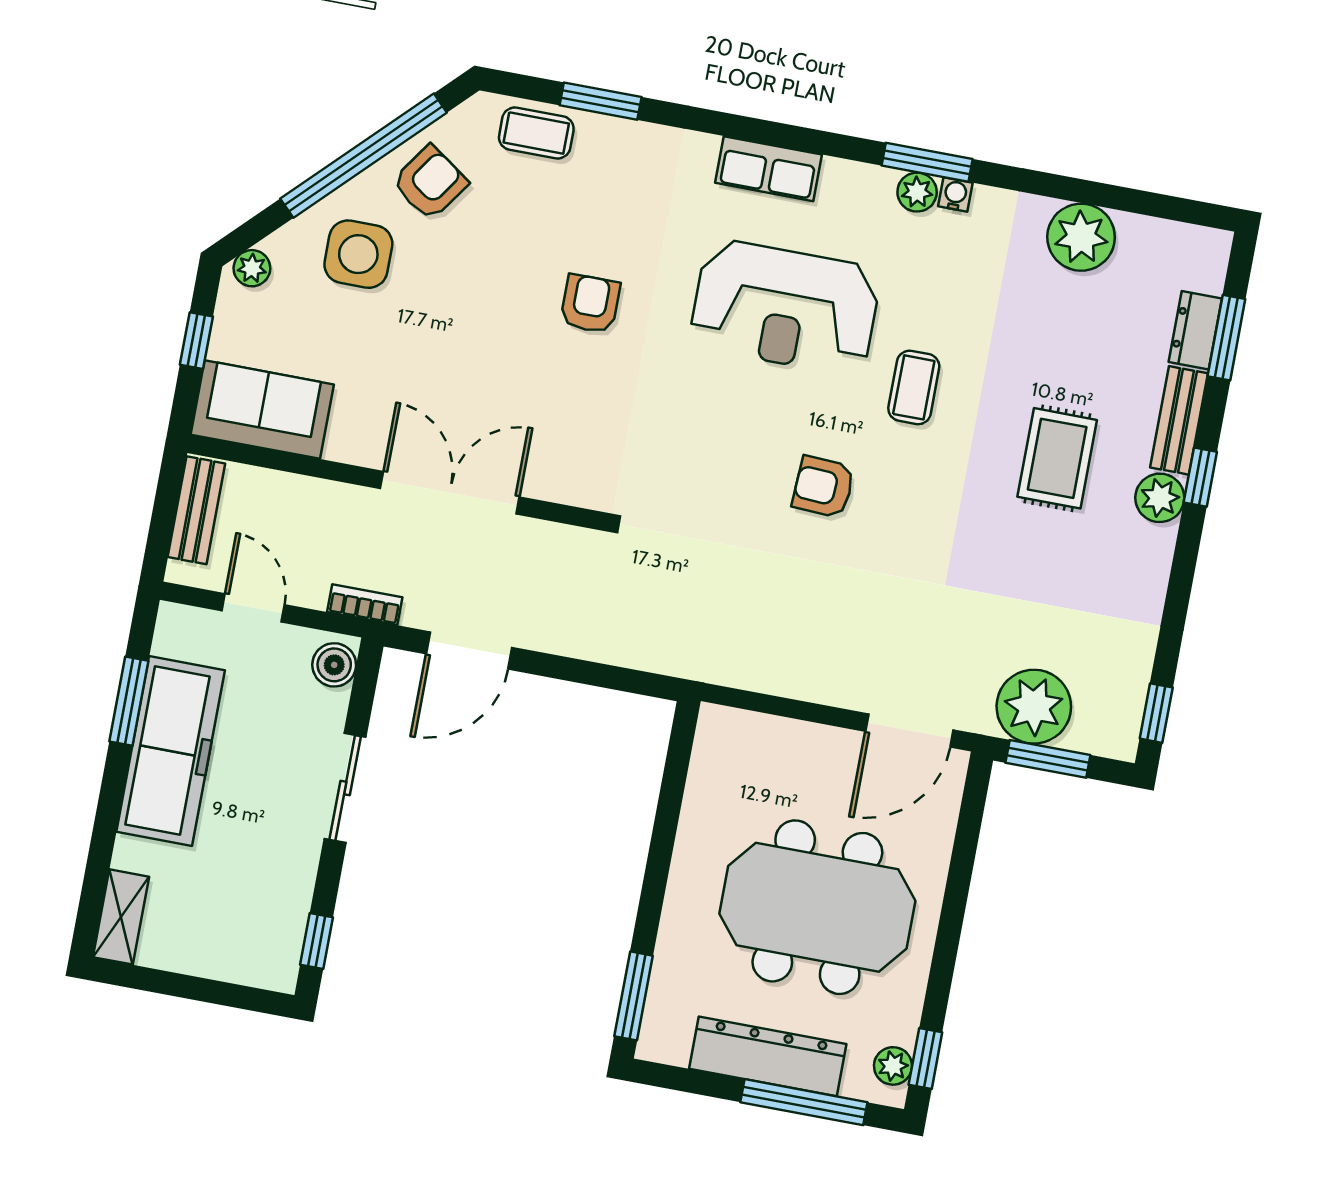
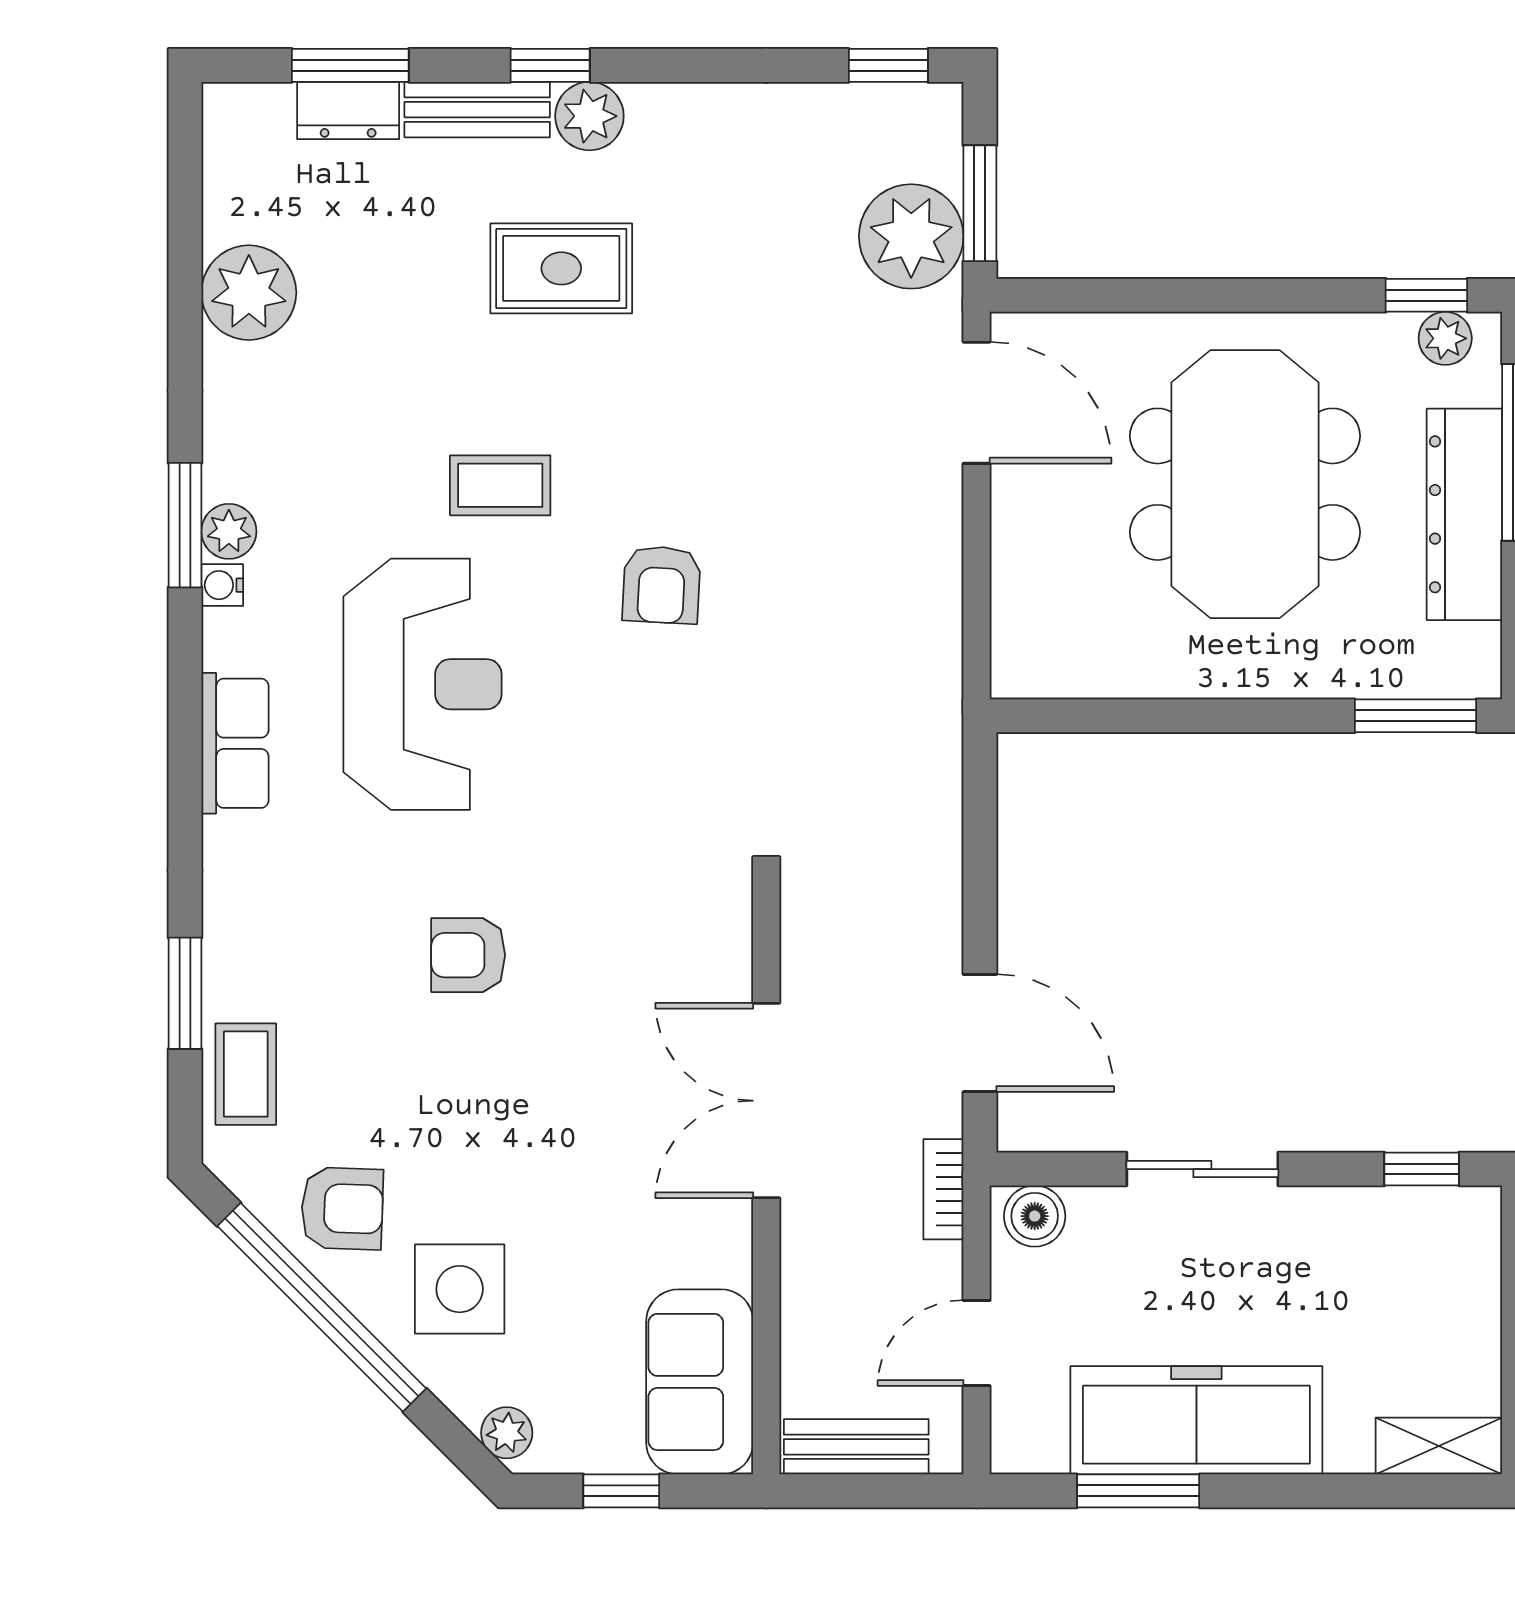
armchair: (430, 183) -> (342, 1208), turned 147
water cooler: (955, 194) -> (222, 585), moved

